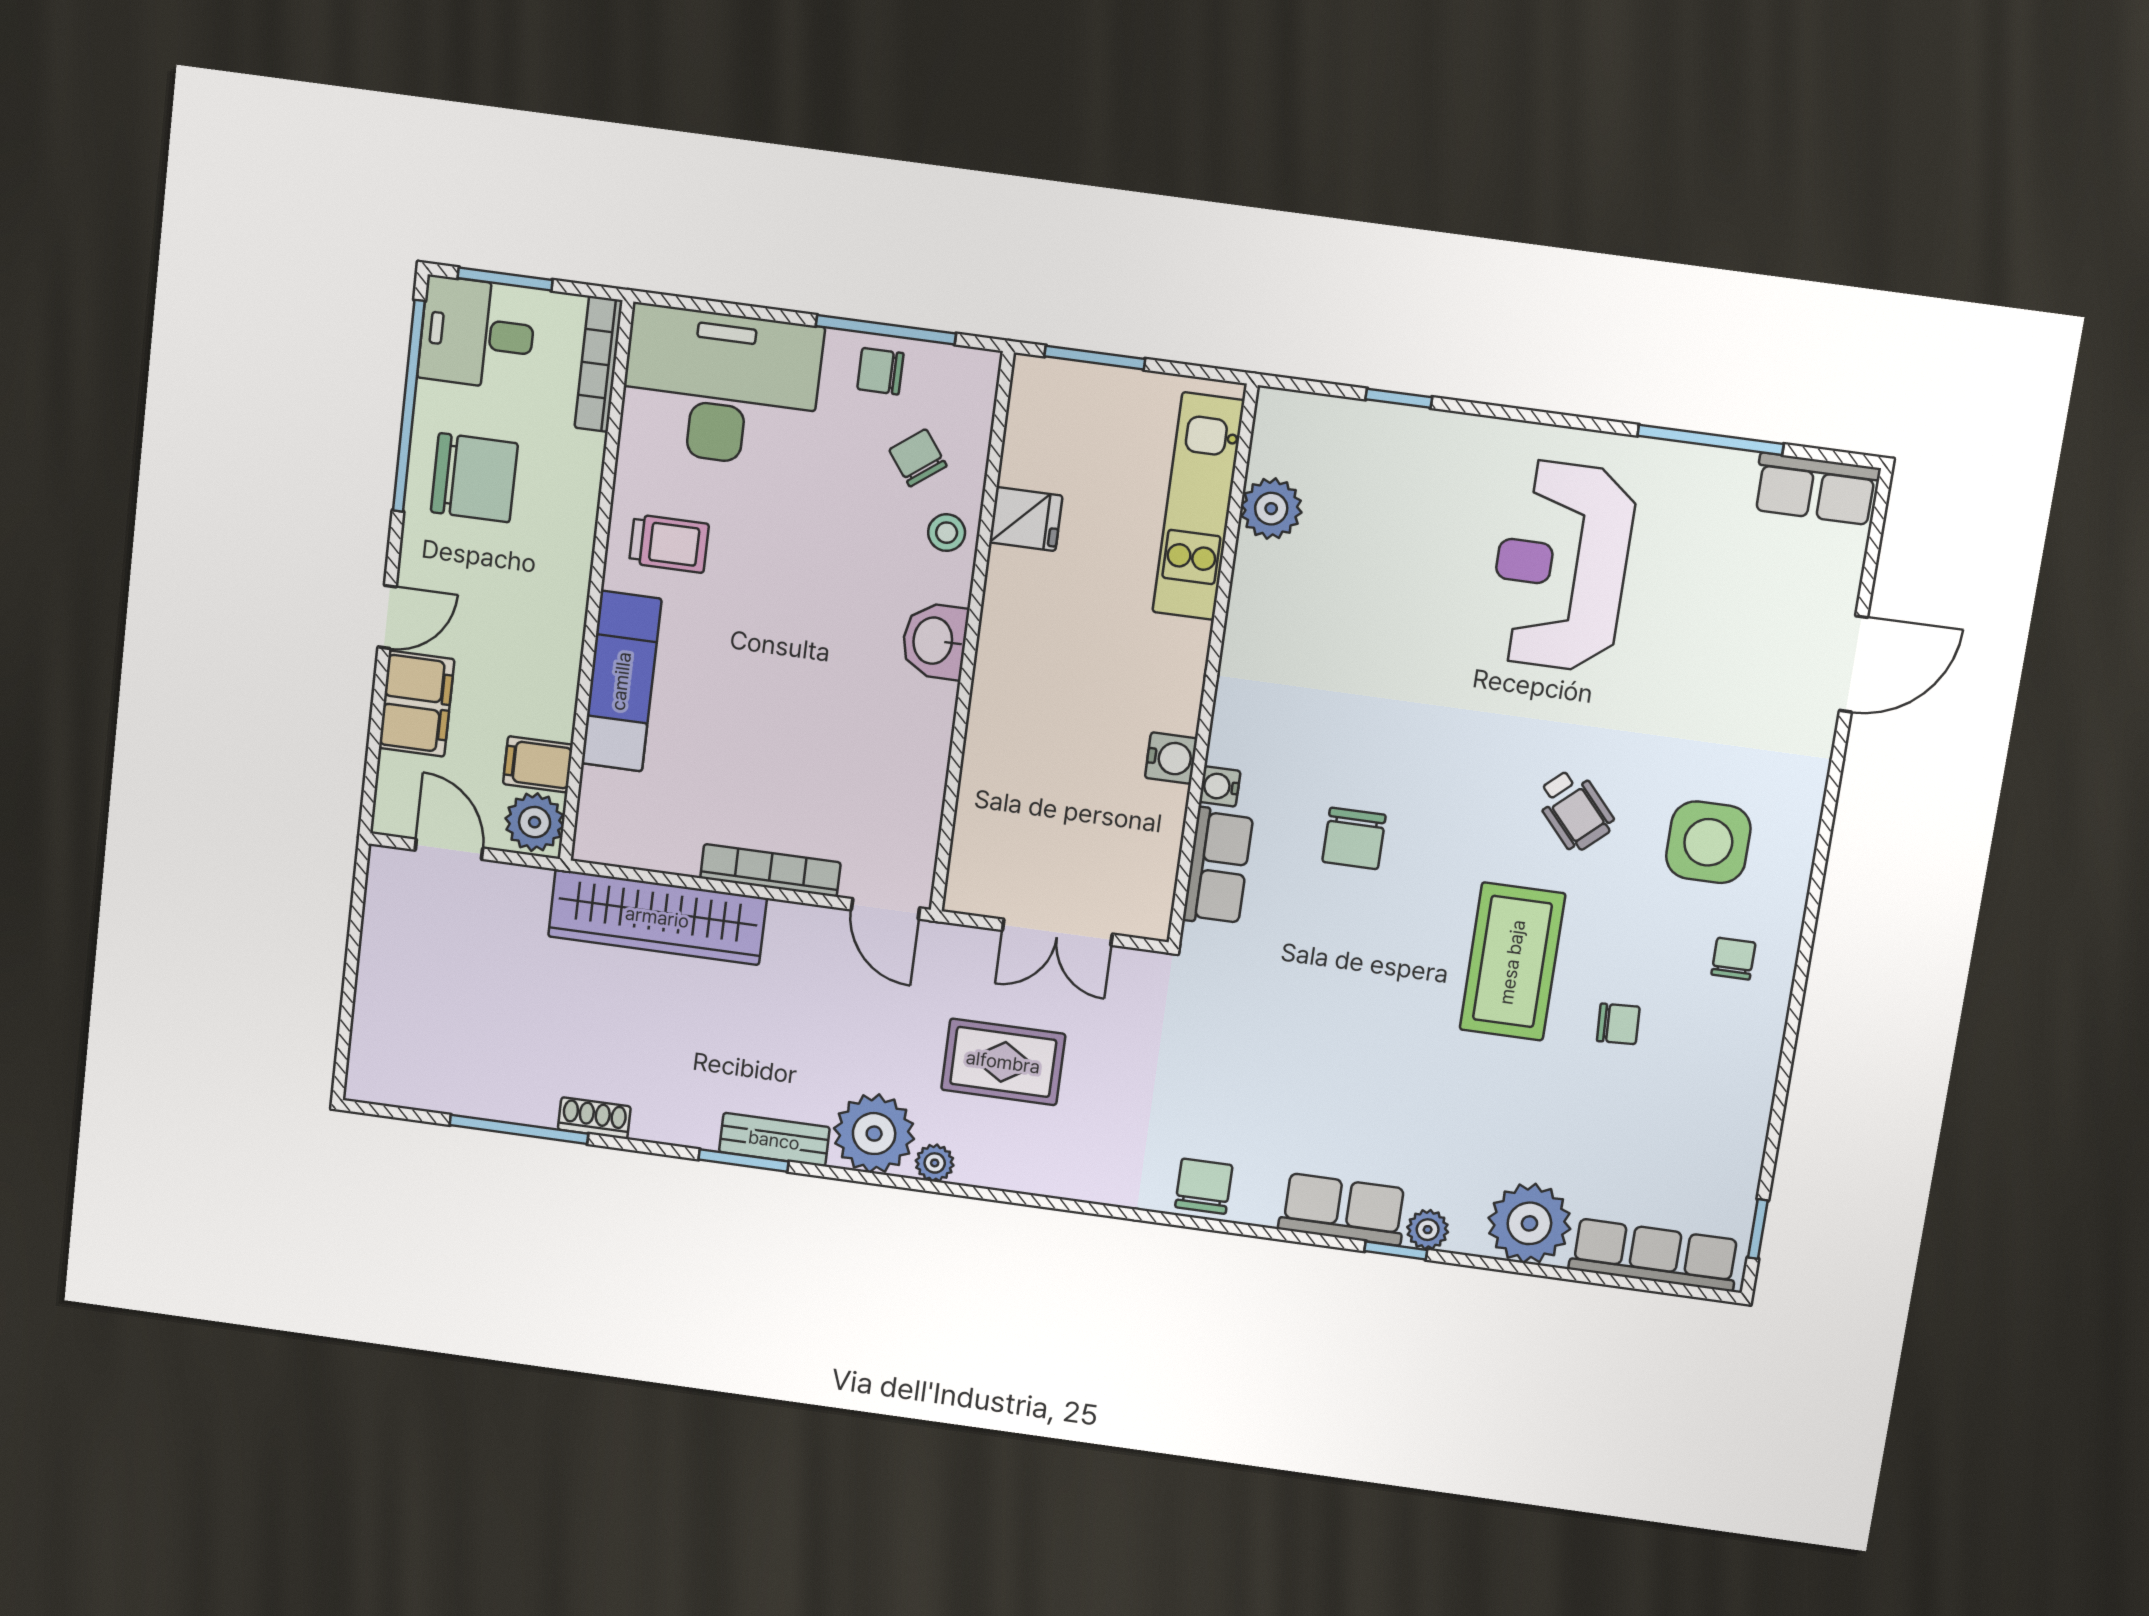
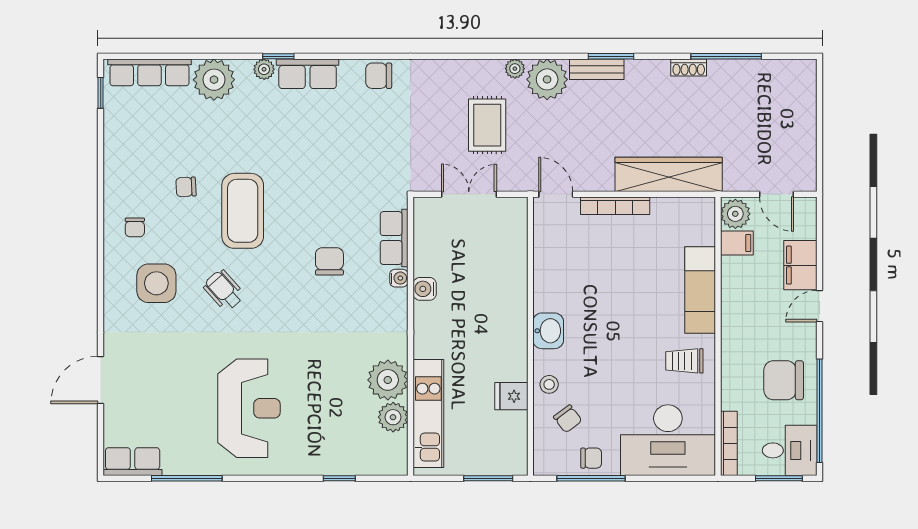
plant: (1271, 585) -> (388, 380), added
rug: (1003, 1062) -> (487, 125), turned 90
chair: (1204, 1186) -> (379, 76), turned 90

